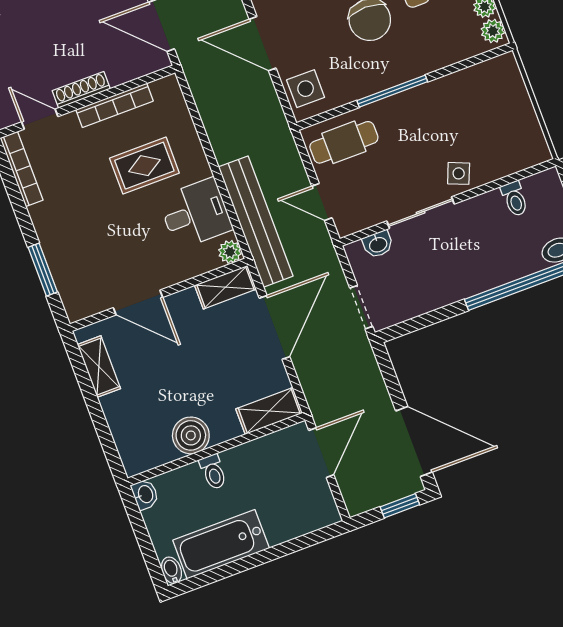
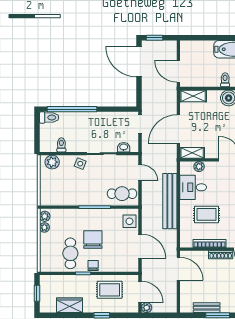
plant: (521, 154) -> (52, 162), added
bench: (256, 222) -> (170, 201), moved
plant: (230, 252) -> (199, 167), moved
door: (321, 453) -> (178, 71), hinge flipped

